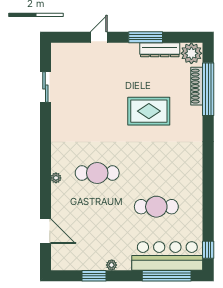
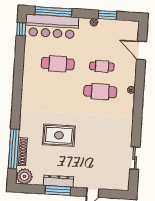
dresser: (160, 50) -> (59, 181), moved
cafe table: (97, 207) -> (102, 66), added

